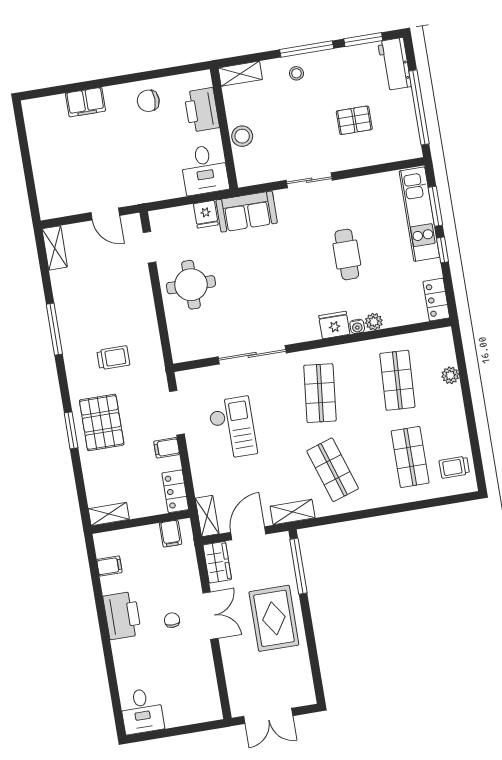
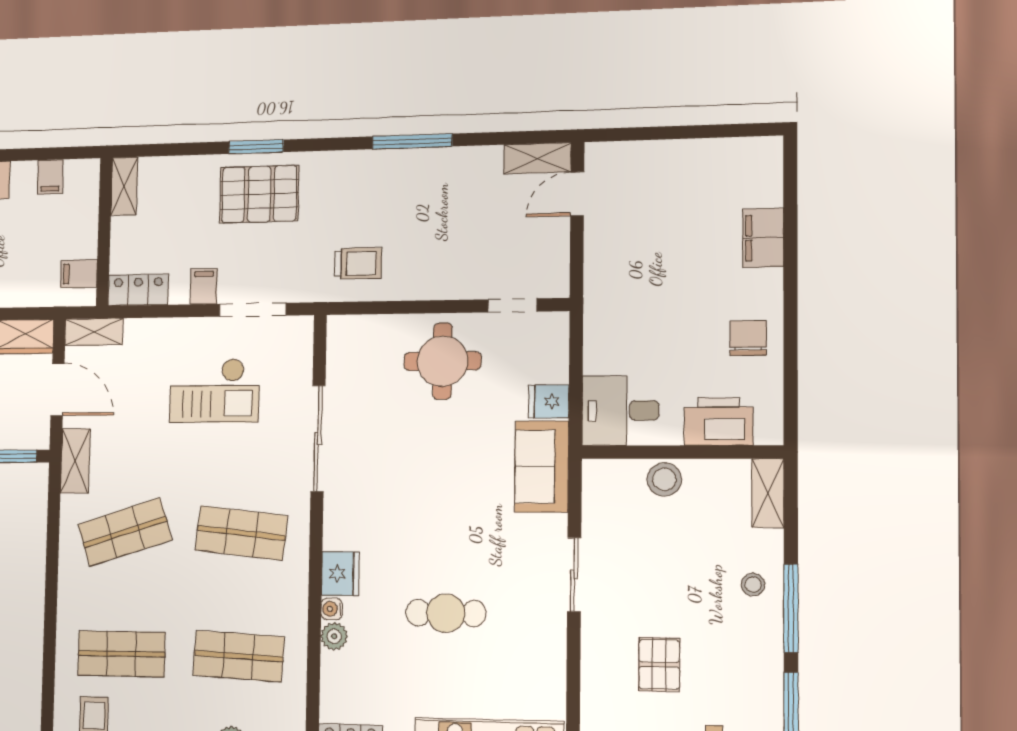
door: (105, 214) -> (577, 194), moved
trolley: (113, 358) -> (358, 263), moved, turned -90

